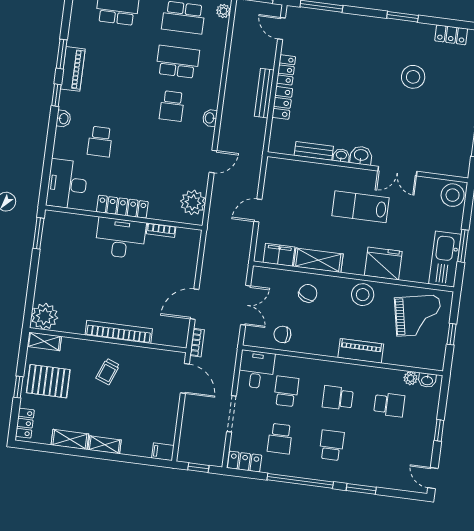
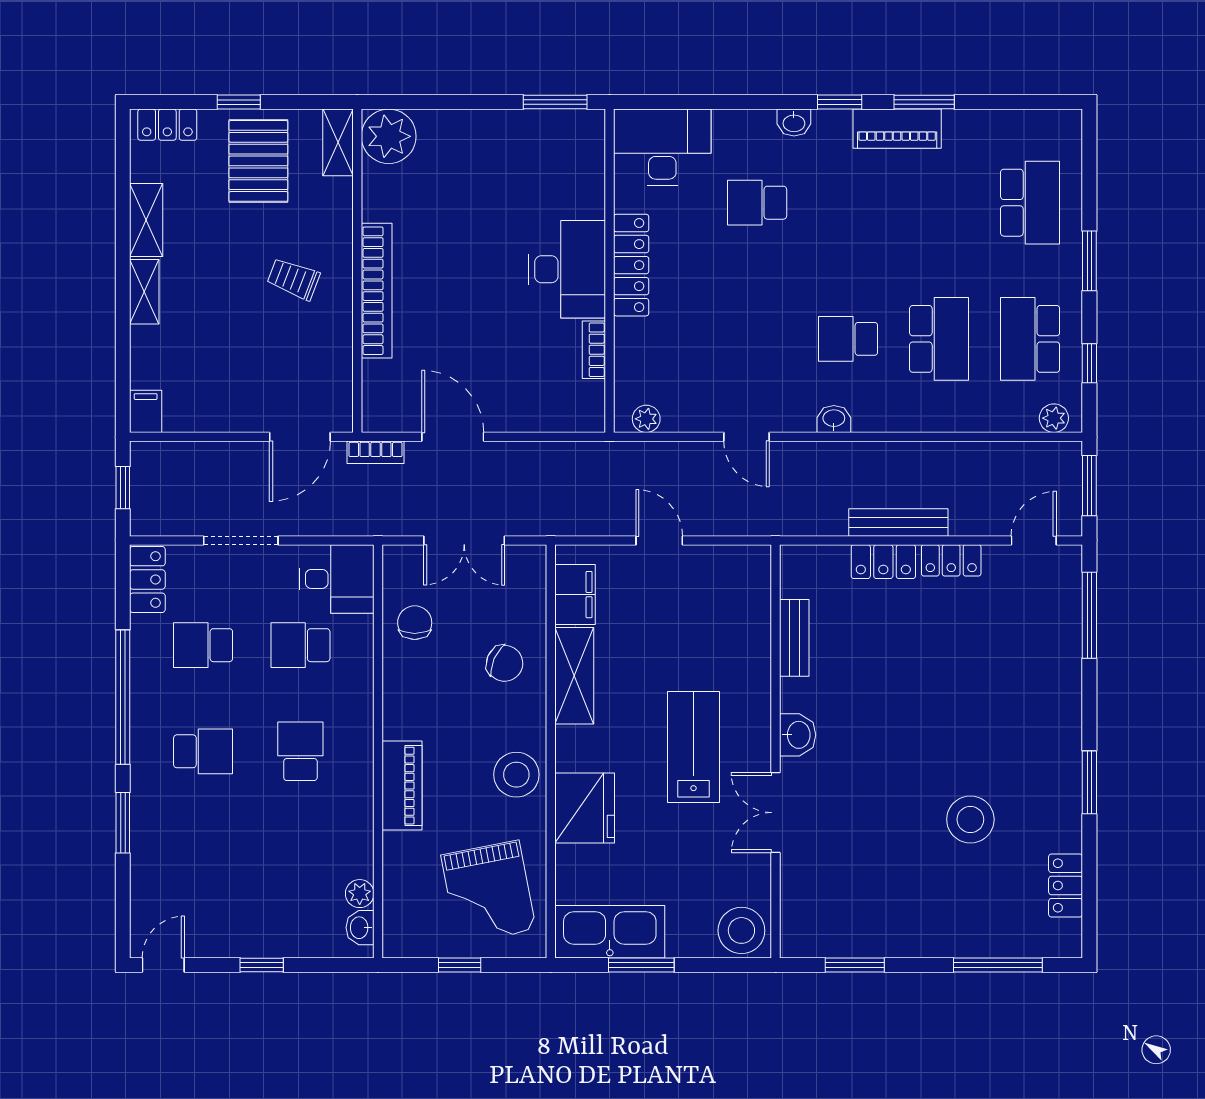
washbasin: (341, 155) -> (792, 695), removed
plant: (193, 202) -> (646, 419), width x0.53, depth x0.53
school desk: (286, 391) -> (300, 645), turned 180
school desk: (389, 405) -> (300, 857), removed

